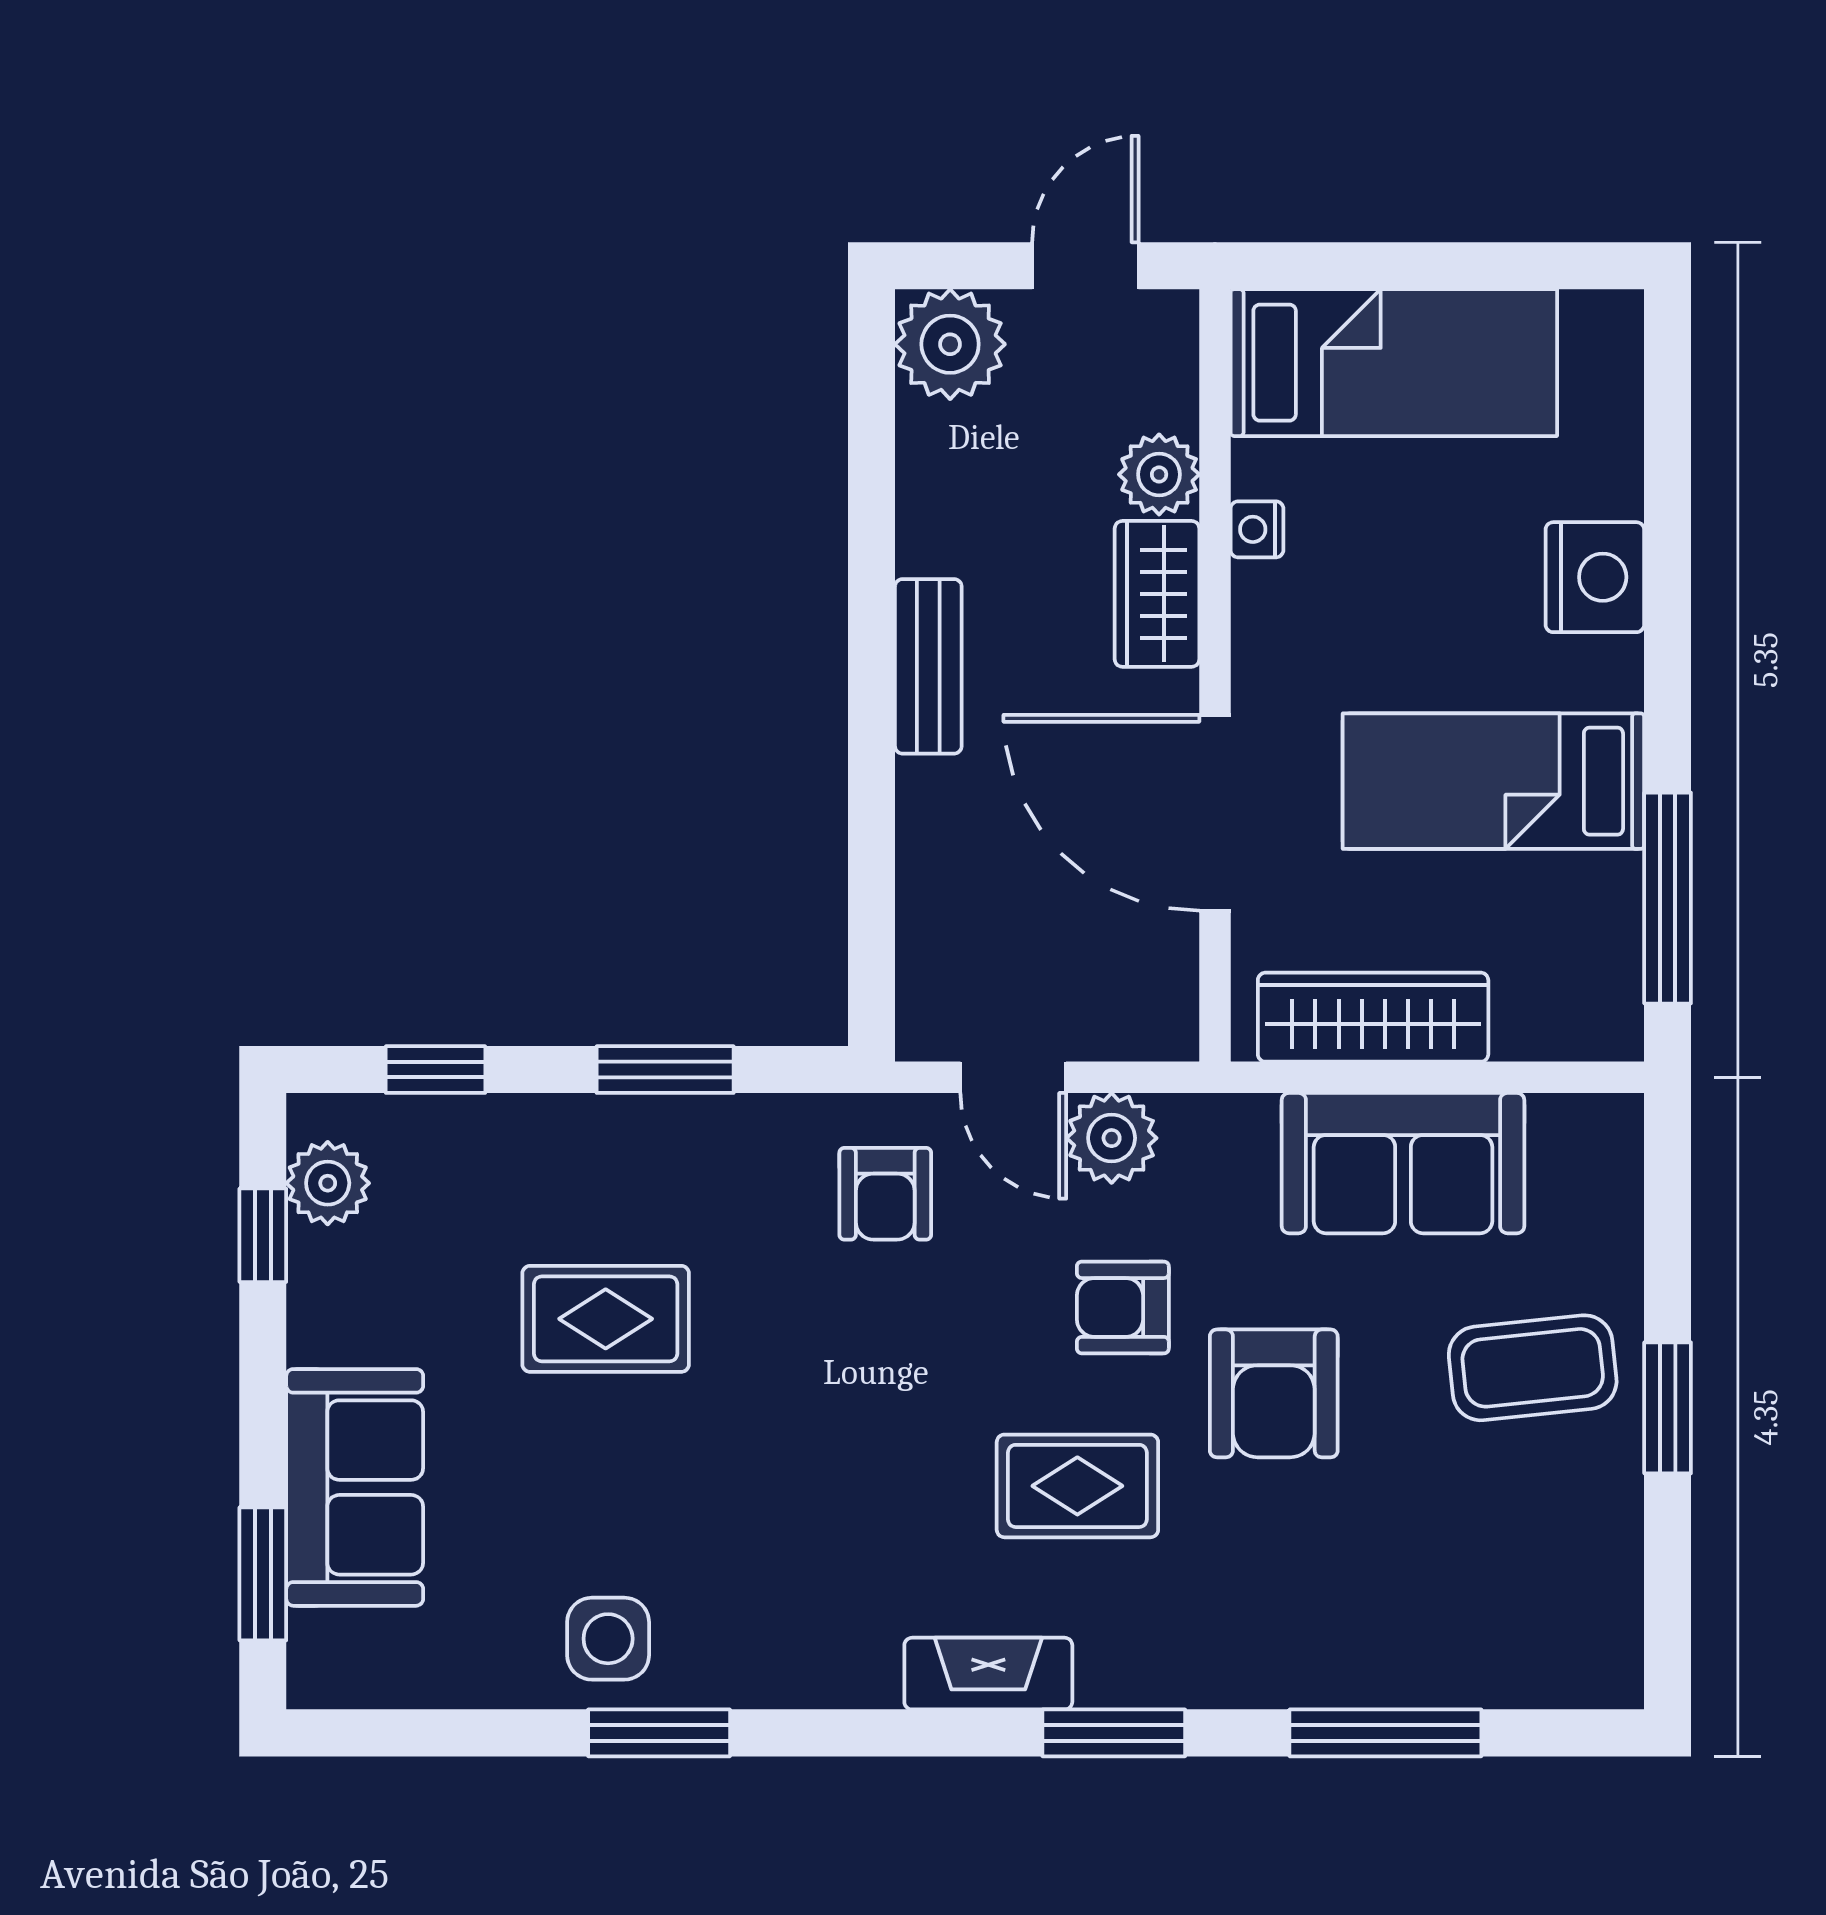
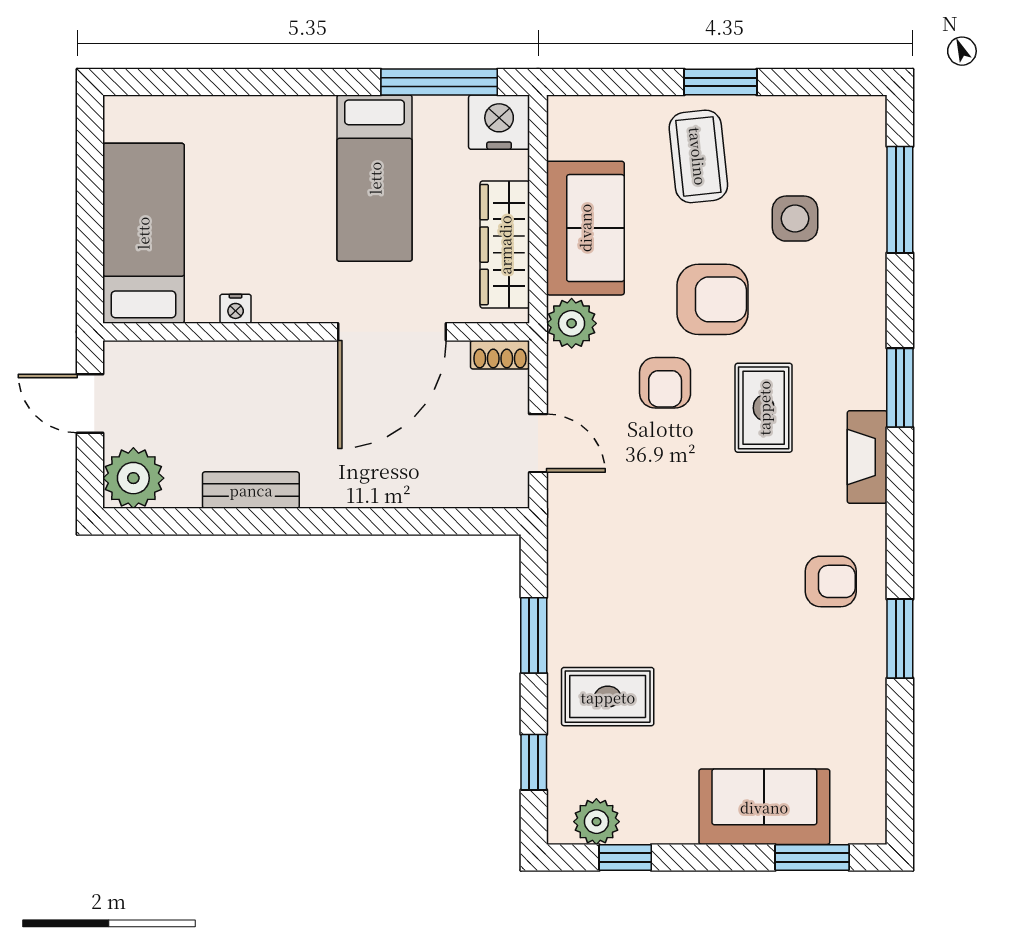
plant: (1159, 474) -> (205, 363), removed
nightstand: (1595, 577) -> (499, 122), moved
wardrobe: (1157, 594) -> (271, 364), removed
bench: (928, 666) -> (251, 490), moved
shoe rack: (1173, 1008) -> (500, 355), added
door: (1013, 1077) -> (538, 443), hinge flipped
plant: (1112, 1138) -> (572, 323), moved
armchair: (885, 1194) -> (831, 581), moved
rug: (606, 1319) -> (608, 697), moved, turned 90
side table: (608, 1639) -> (795, 219), moved
window: (1385, 1733) -> (900, 200), moved

